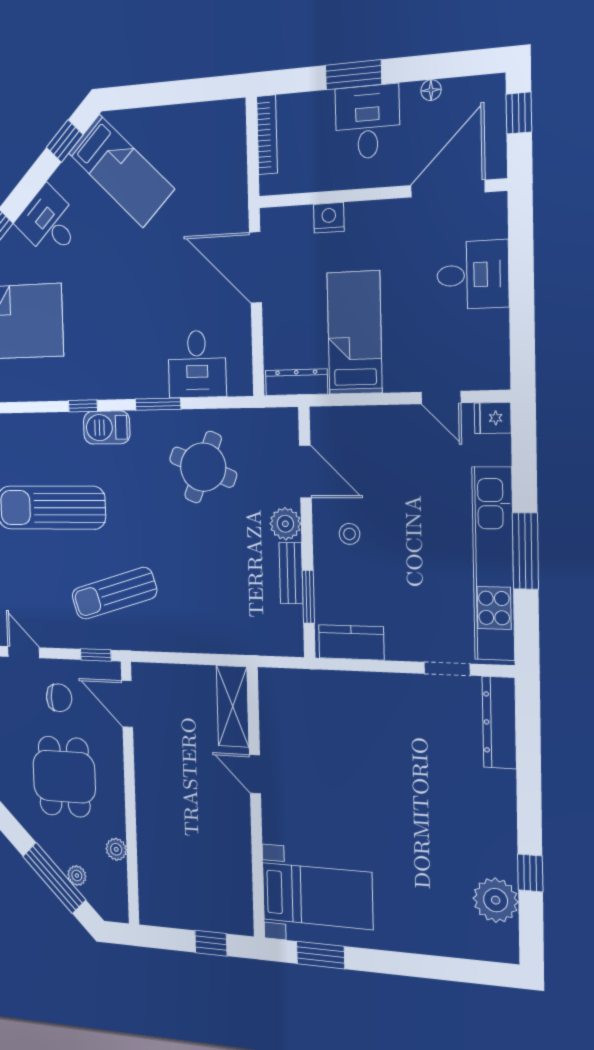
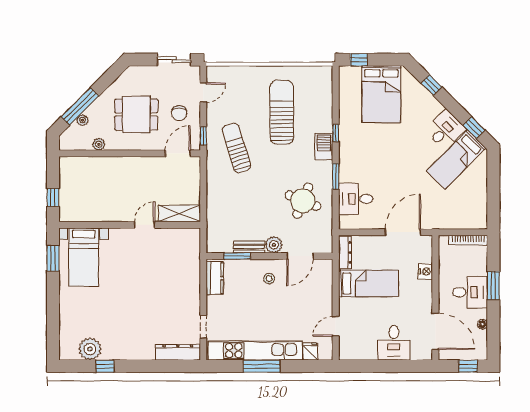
desk: (49, 222) -> (445, 130), moved
fridge: (493, 418) -> (311, 351), moved

